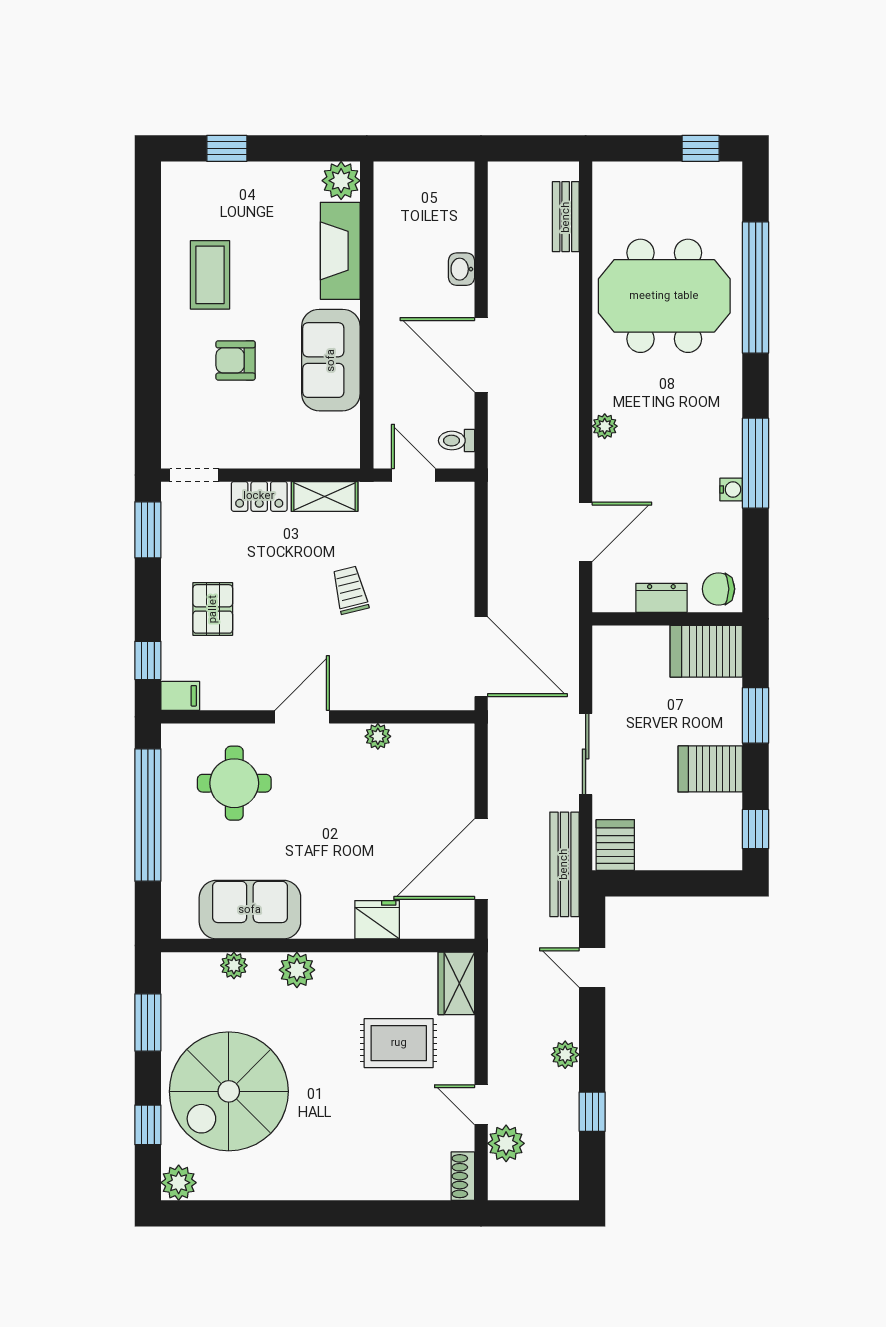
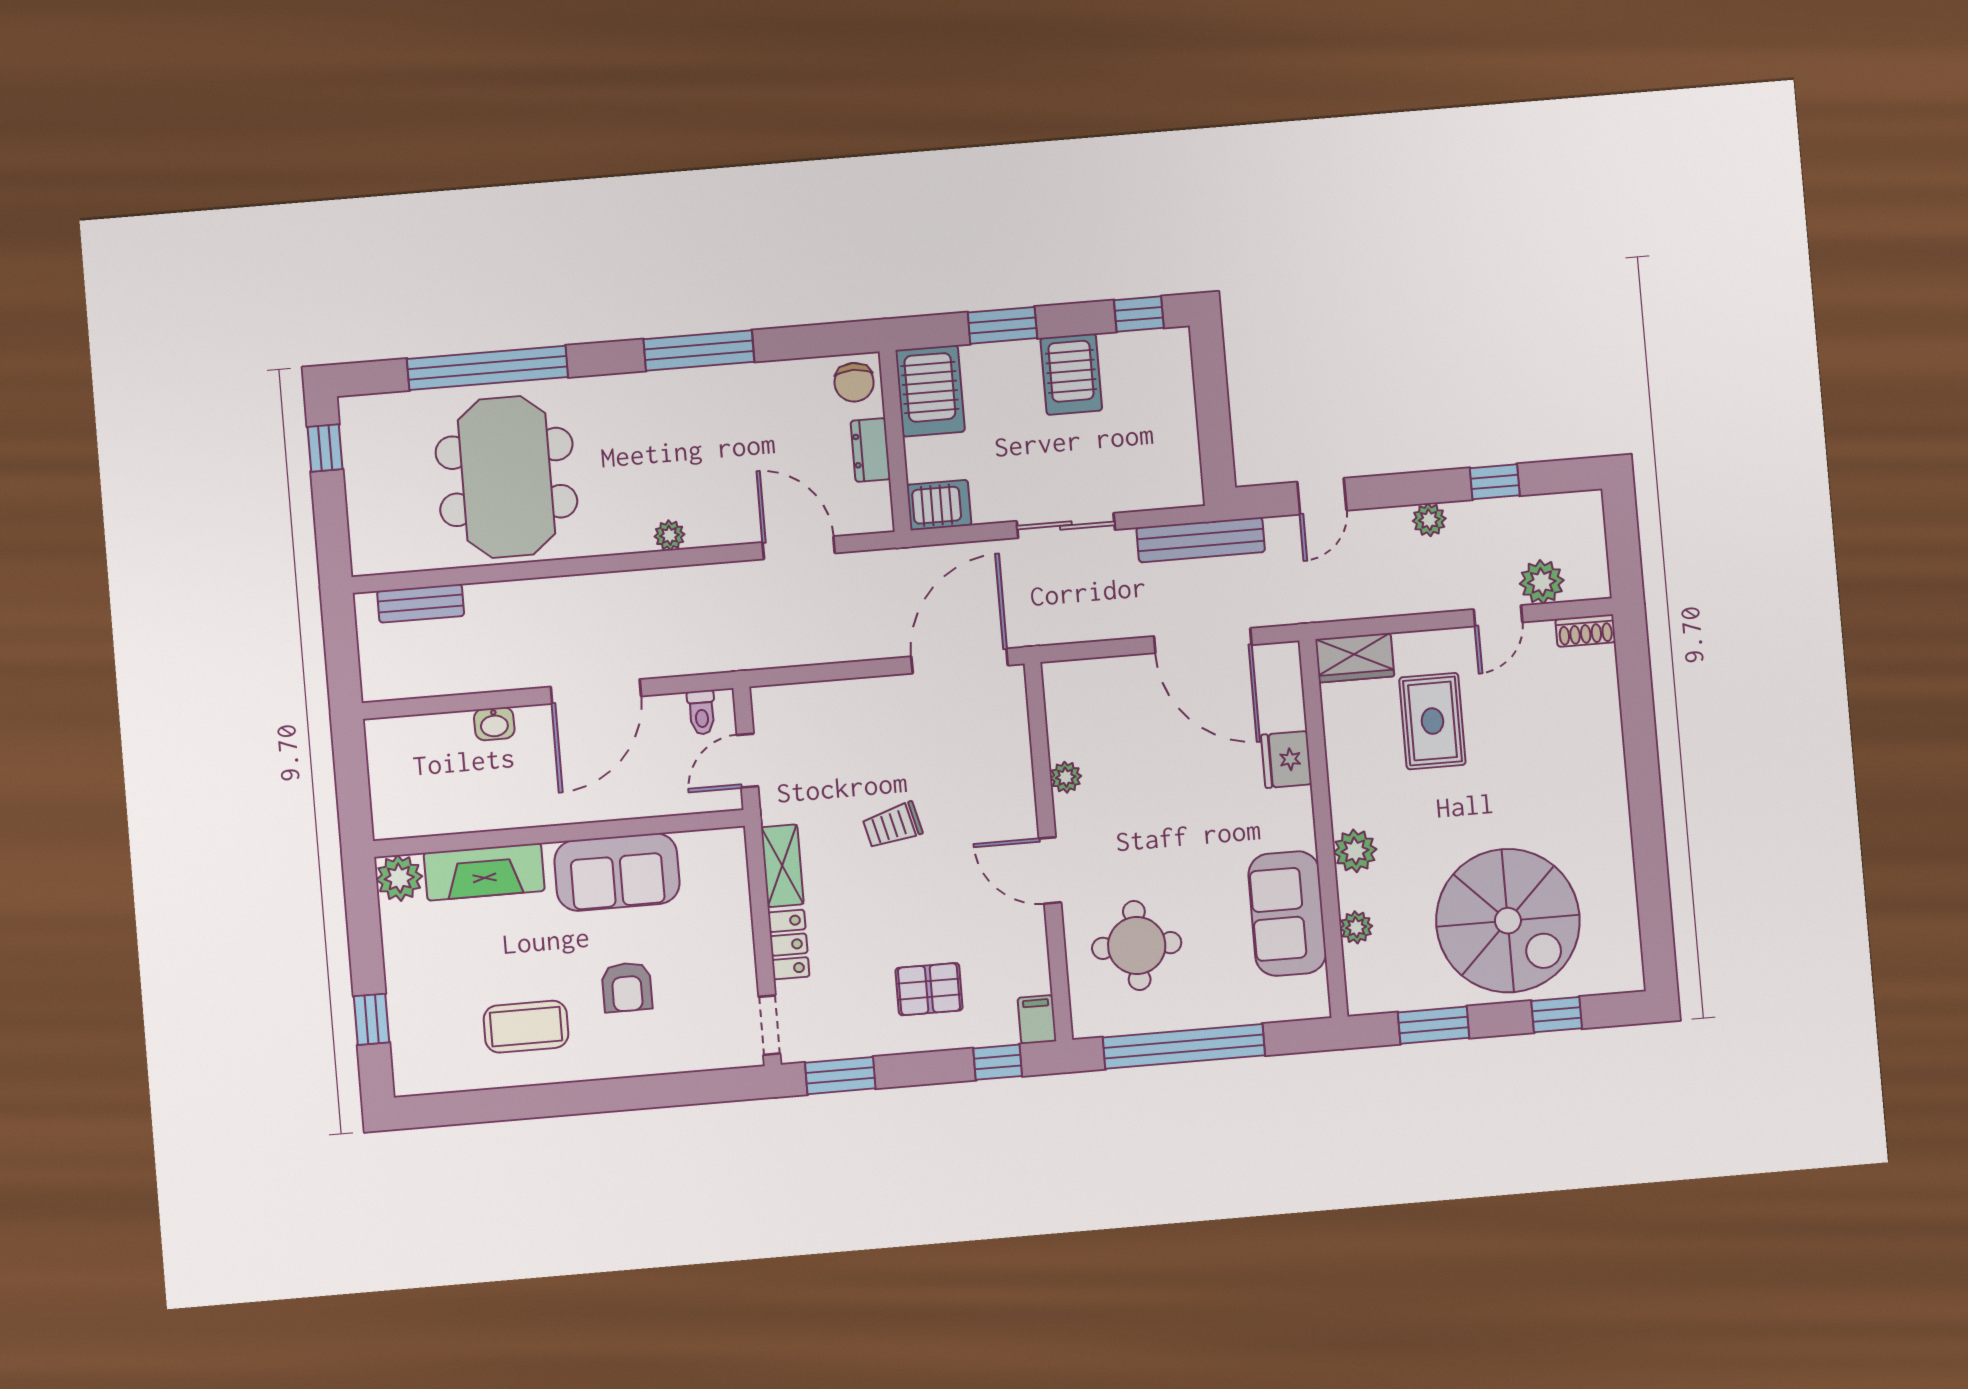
water cooler: (731, 489) -> (733, 377), removed
server rack: (615, 845) -> (939, 505), moved, turned 180
plant: (179, 1183) -> (1623, 972), removed

